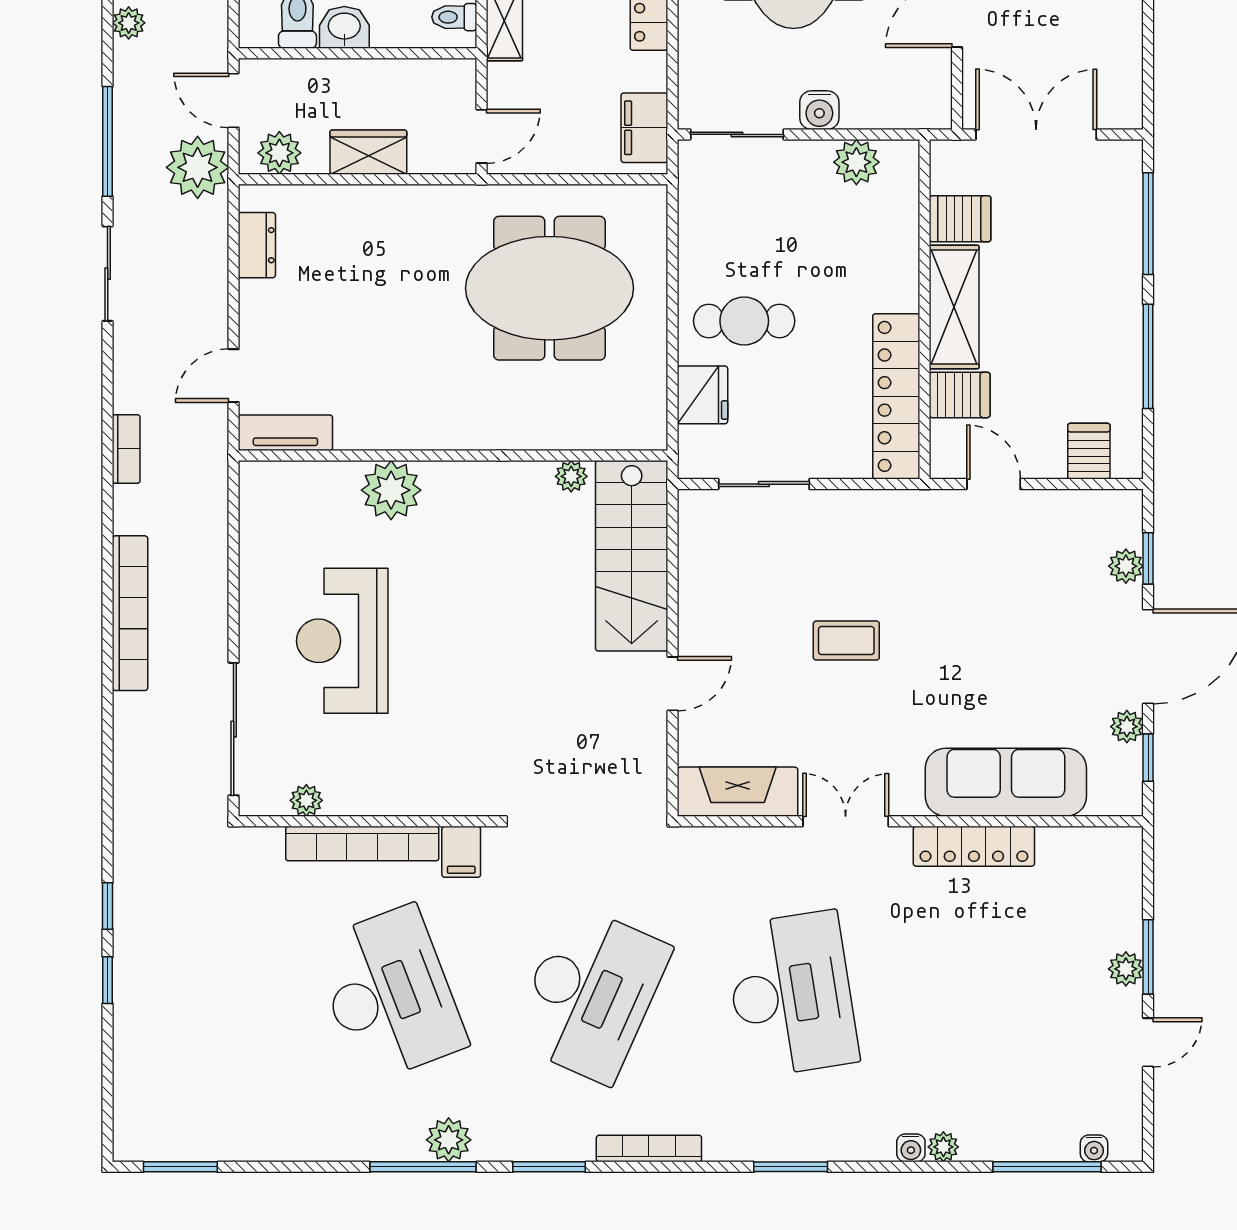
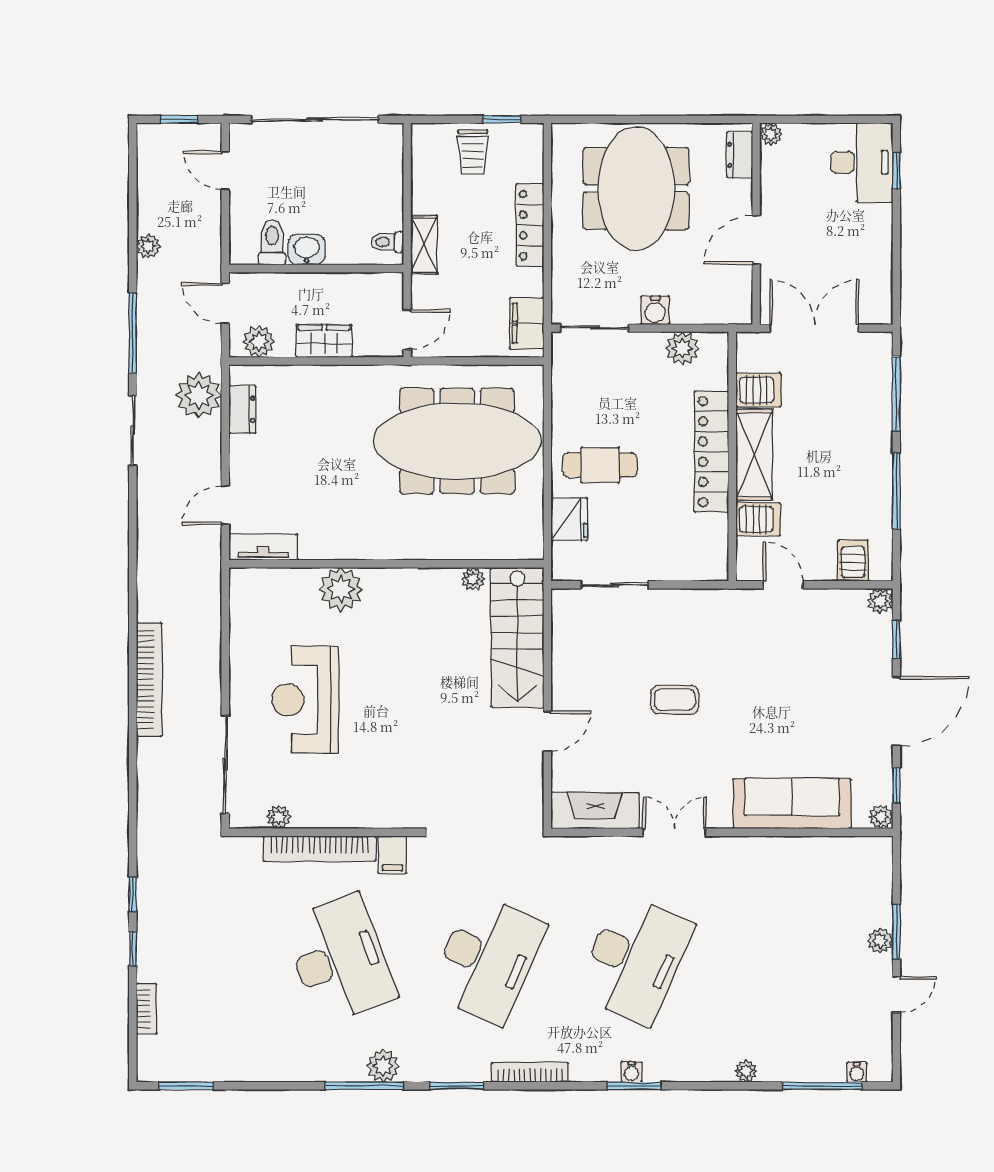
plant: (198, 167) -> (199, 395), moved
meeting table: (549, 288) -> (457, 441), width x1.36
locker: (896, 396) -> (712, 452), moved
bookcase: (126, 449) -> (146, 1009), moved
plant: (1126, 566) -> (880, 601), moved
plant: (1127, 727) -> (881, 817), moved
locker: (974, 846) -> (769, 851), removed
desk: (791, 994) -> (635, 959), turned 33
water cooler: (911, 1148) -> (632, 1072), moved

